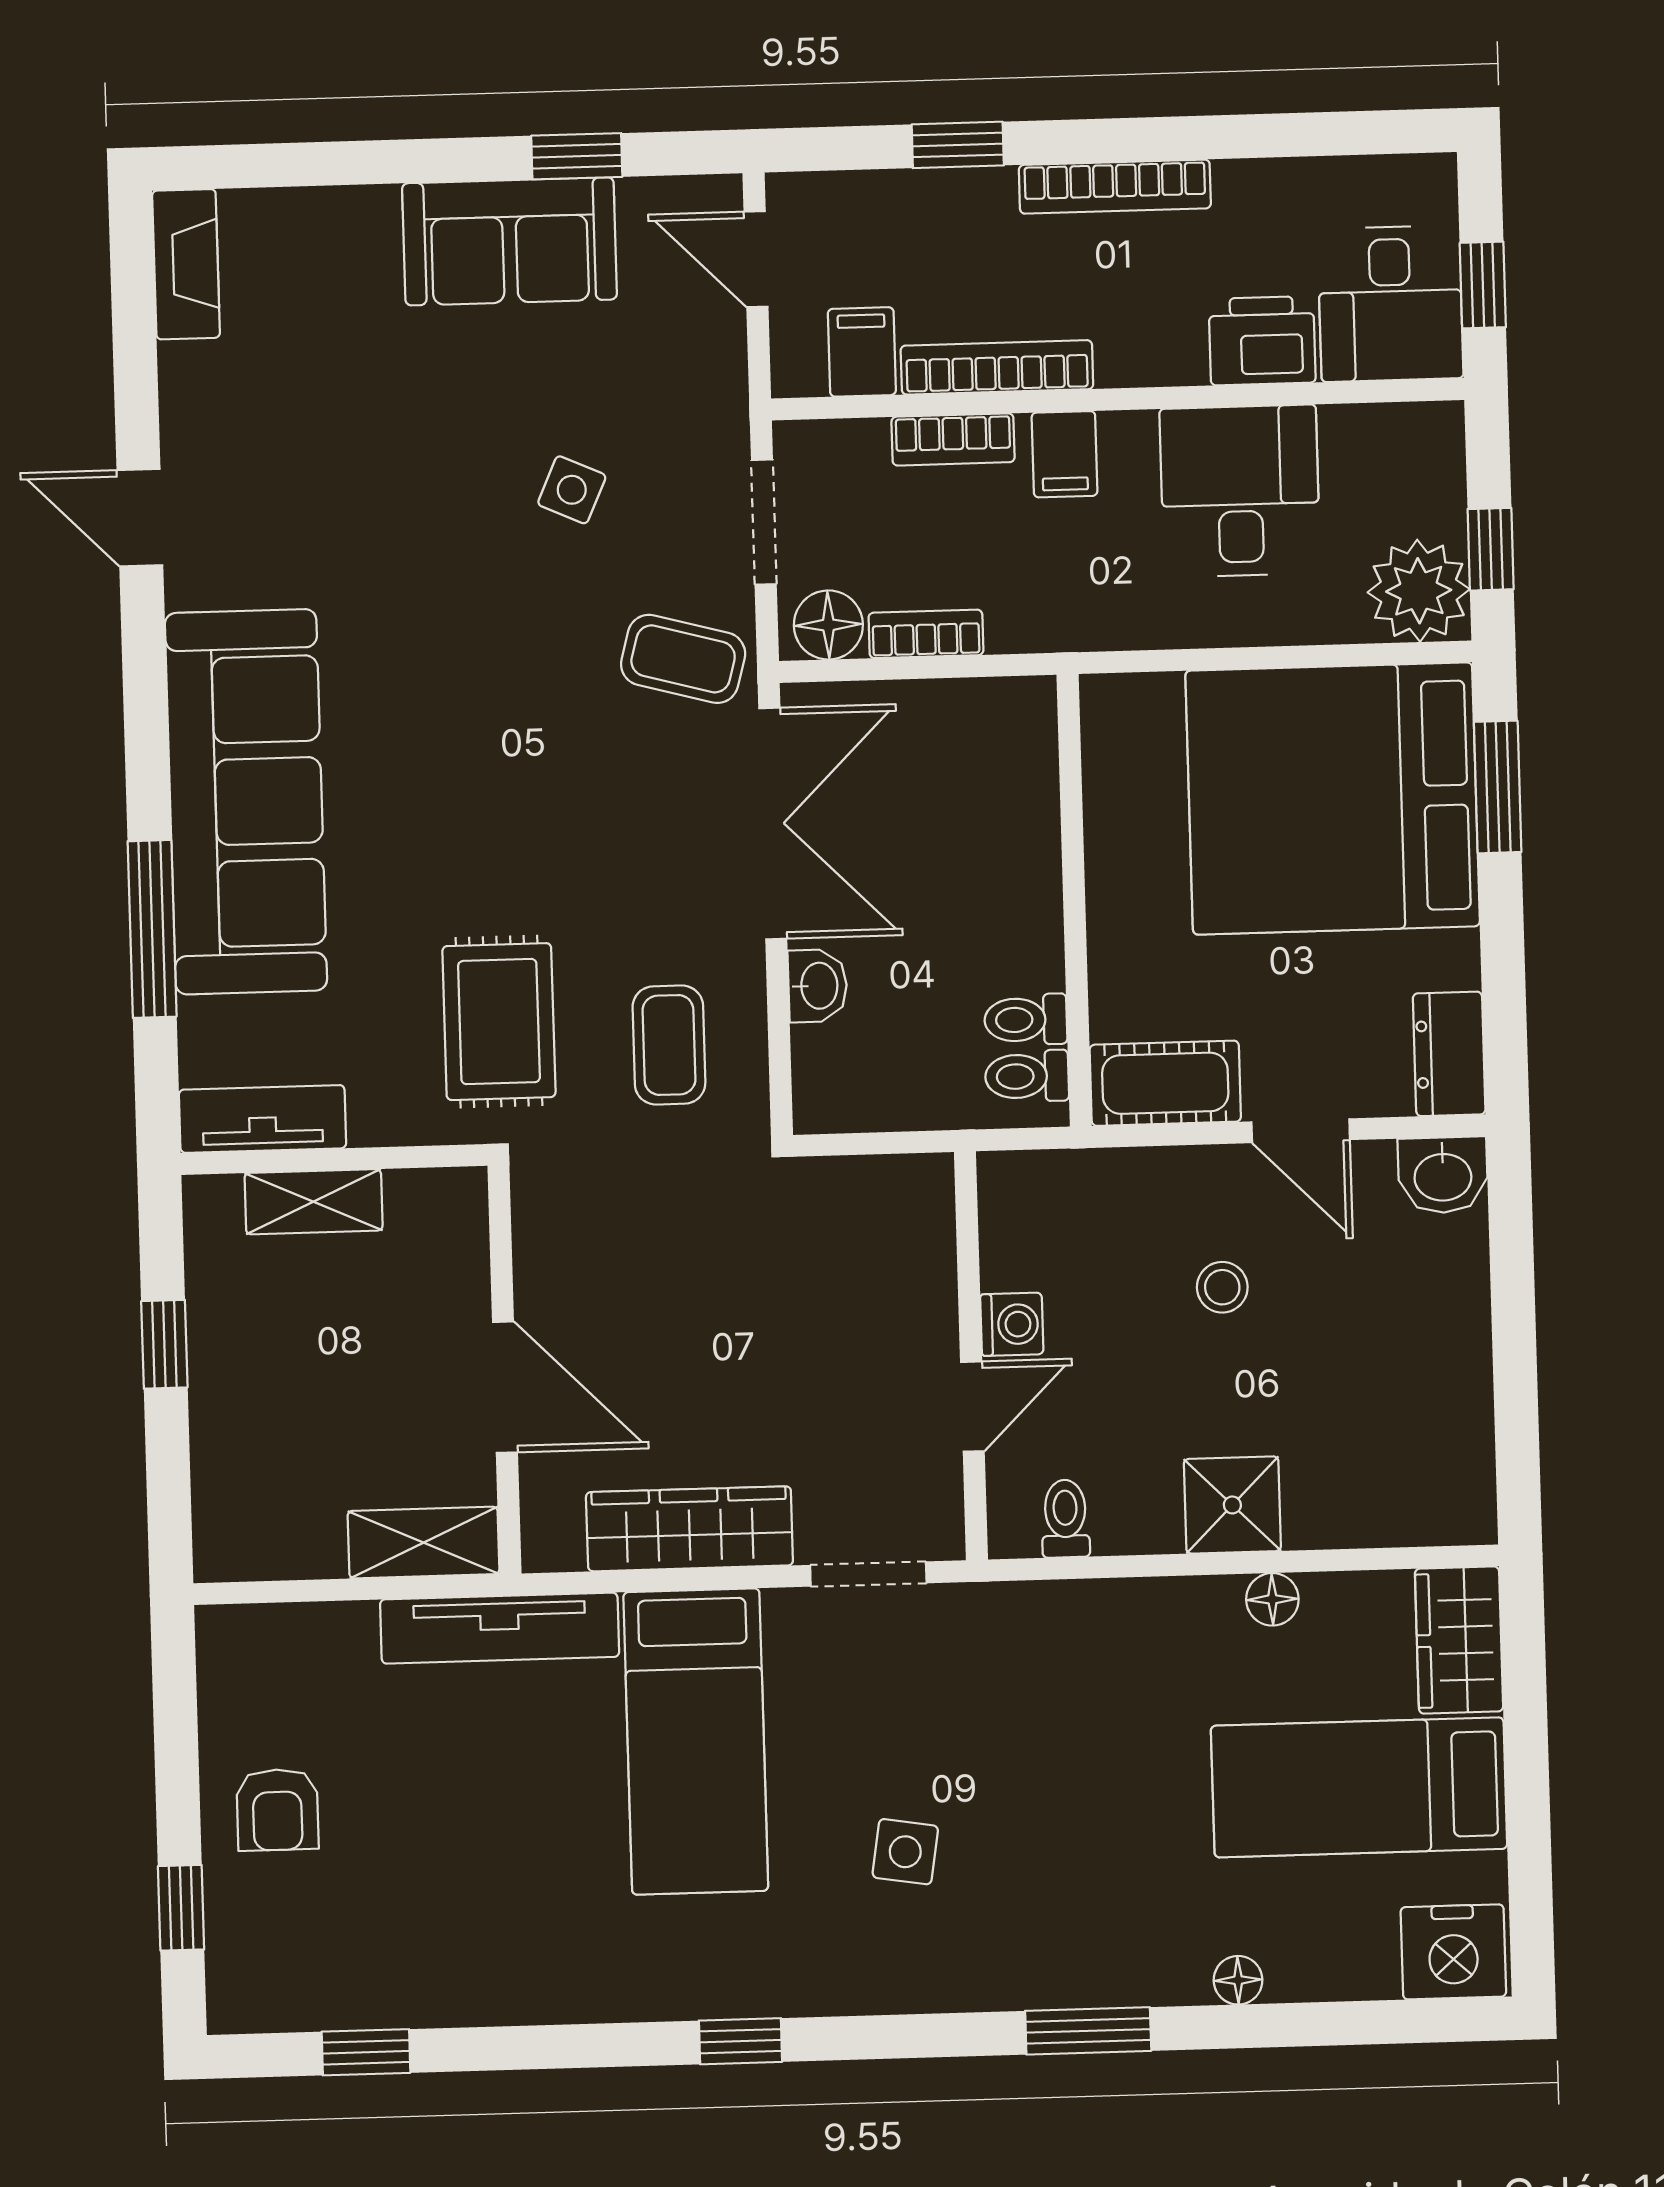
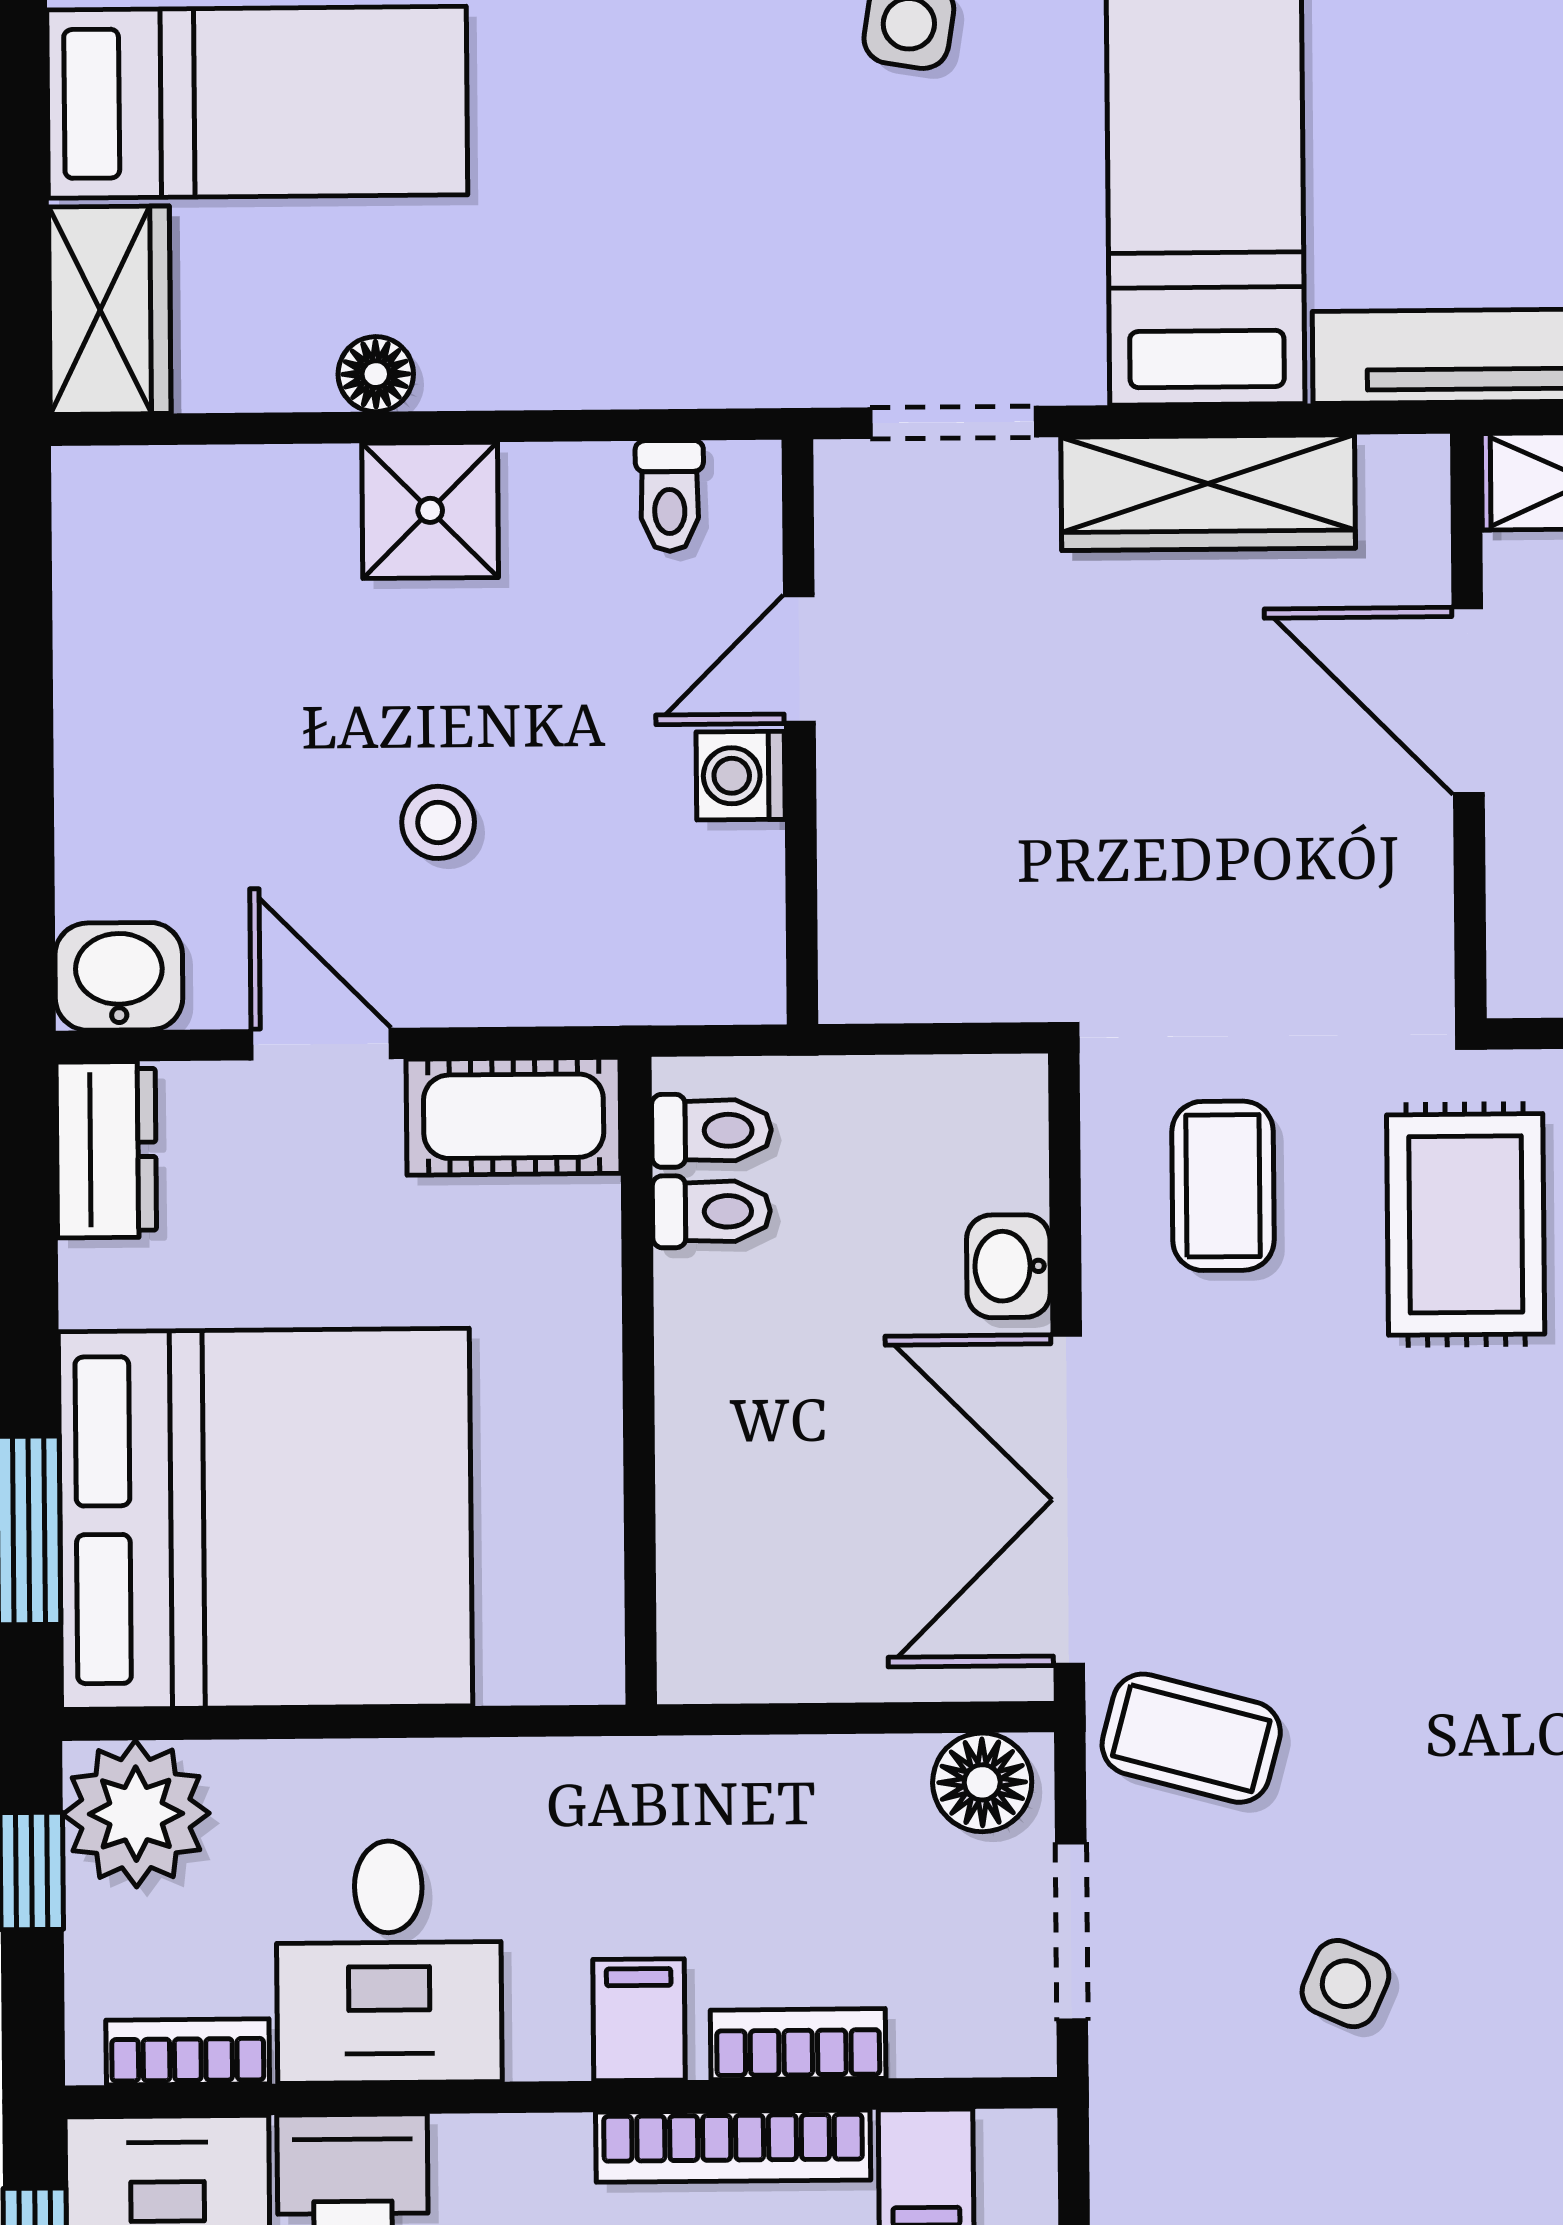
bookcase: (926, 634) -> (188, 2052), moved, turned 180

